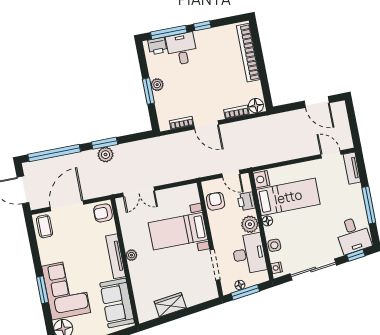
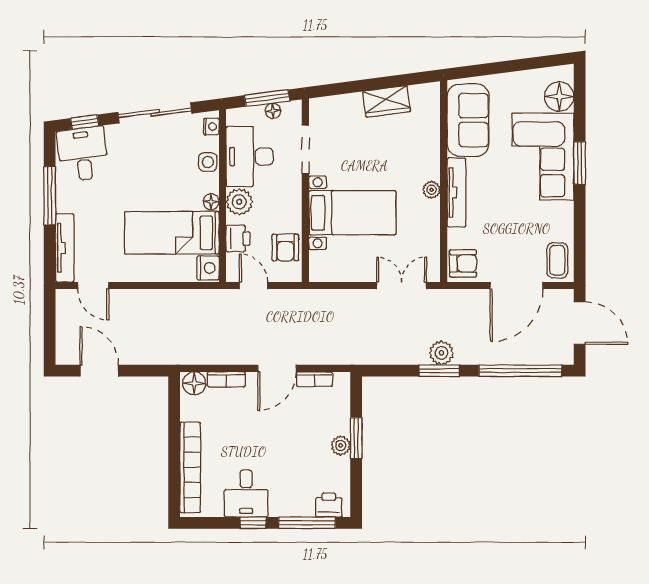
desk: (182, 49) -> (246, 493), moved
door: (206, 125) -> (277, 368), swing flipped
tv unit: (352, 168) -> (65, 248), width x1.41

